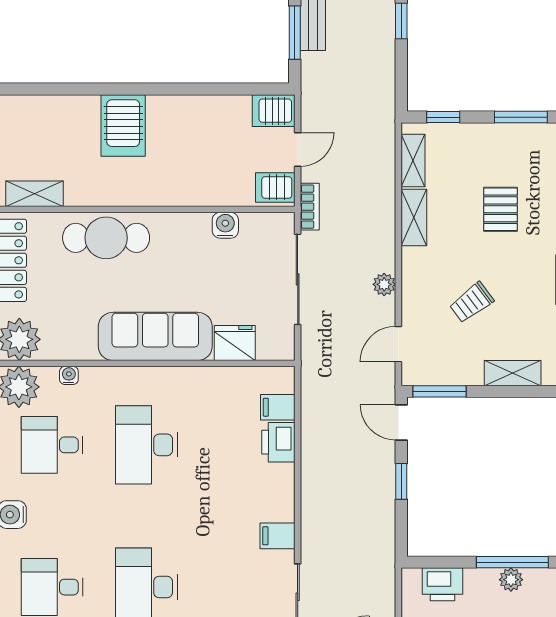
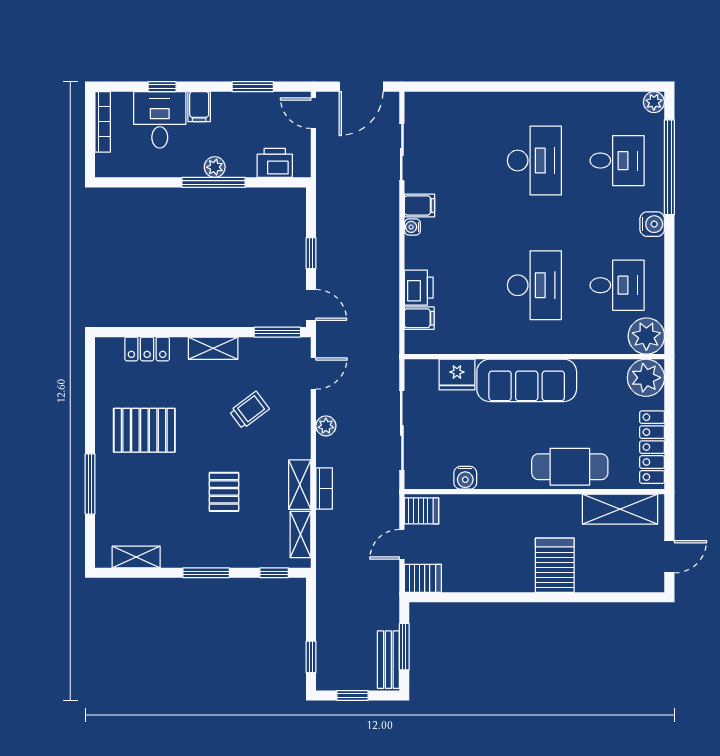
shelving: (35, 194) -> (620, 509), width x1.50, depth x1.33
bookcase: (310, 207) -> (324, 489), moved, turned 180
water cooler: (69, 375) -> (412, 227), moved, turned 90

